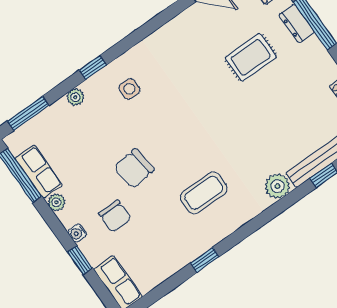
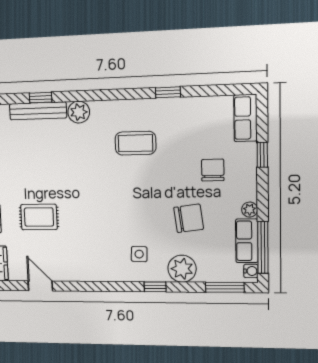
plant: (75, 97) -> (182, 269), width x1.88, depth x1.88
chair: (134, 169) -> (189, 218), moved
water cooler: (77, 233) -> (251, 271), moved

